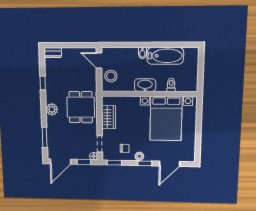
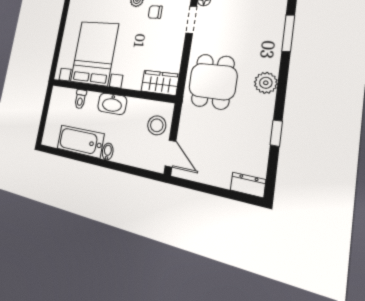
wardrobe: (109, 117) -> (160, 83), moved, turned 90

